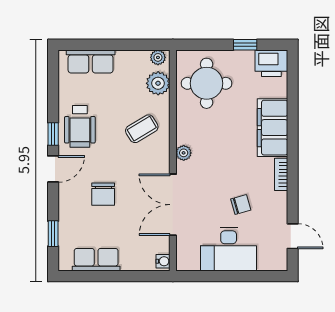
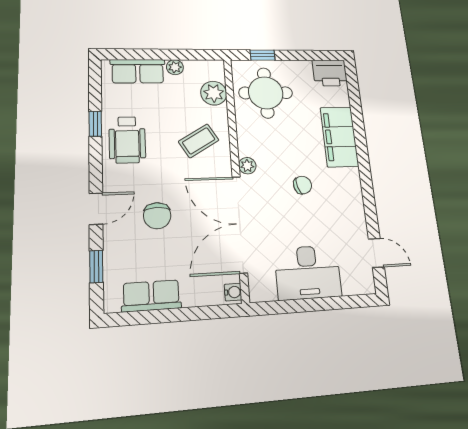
window: (245, 45) -> (262, 55), moved
plant: (158, 57) -> (175, 67), moved
window: (53, 134) -> (95, 124), moved
door: (53, 169) -> (96, 209), moved
bookcase: (281, 174) -> (355, 185), removed
double door: (173, 205) -> (240, 224), width x1.36
chair: (241, 205) -> (303, 185), moved

